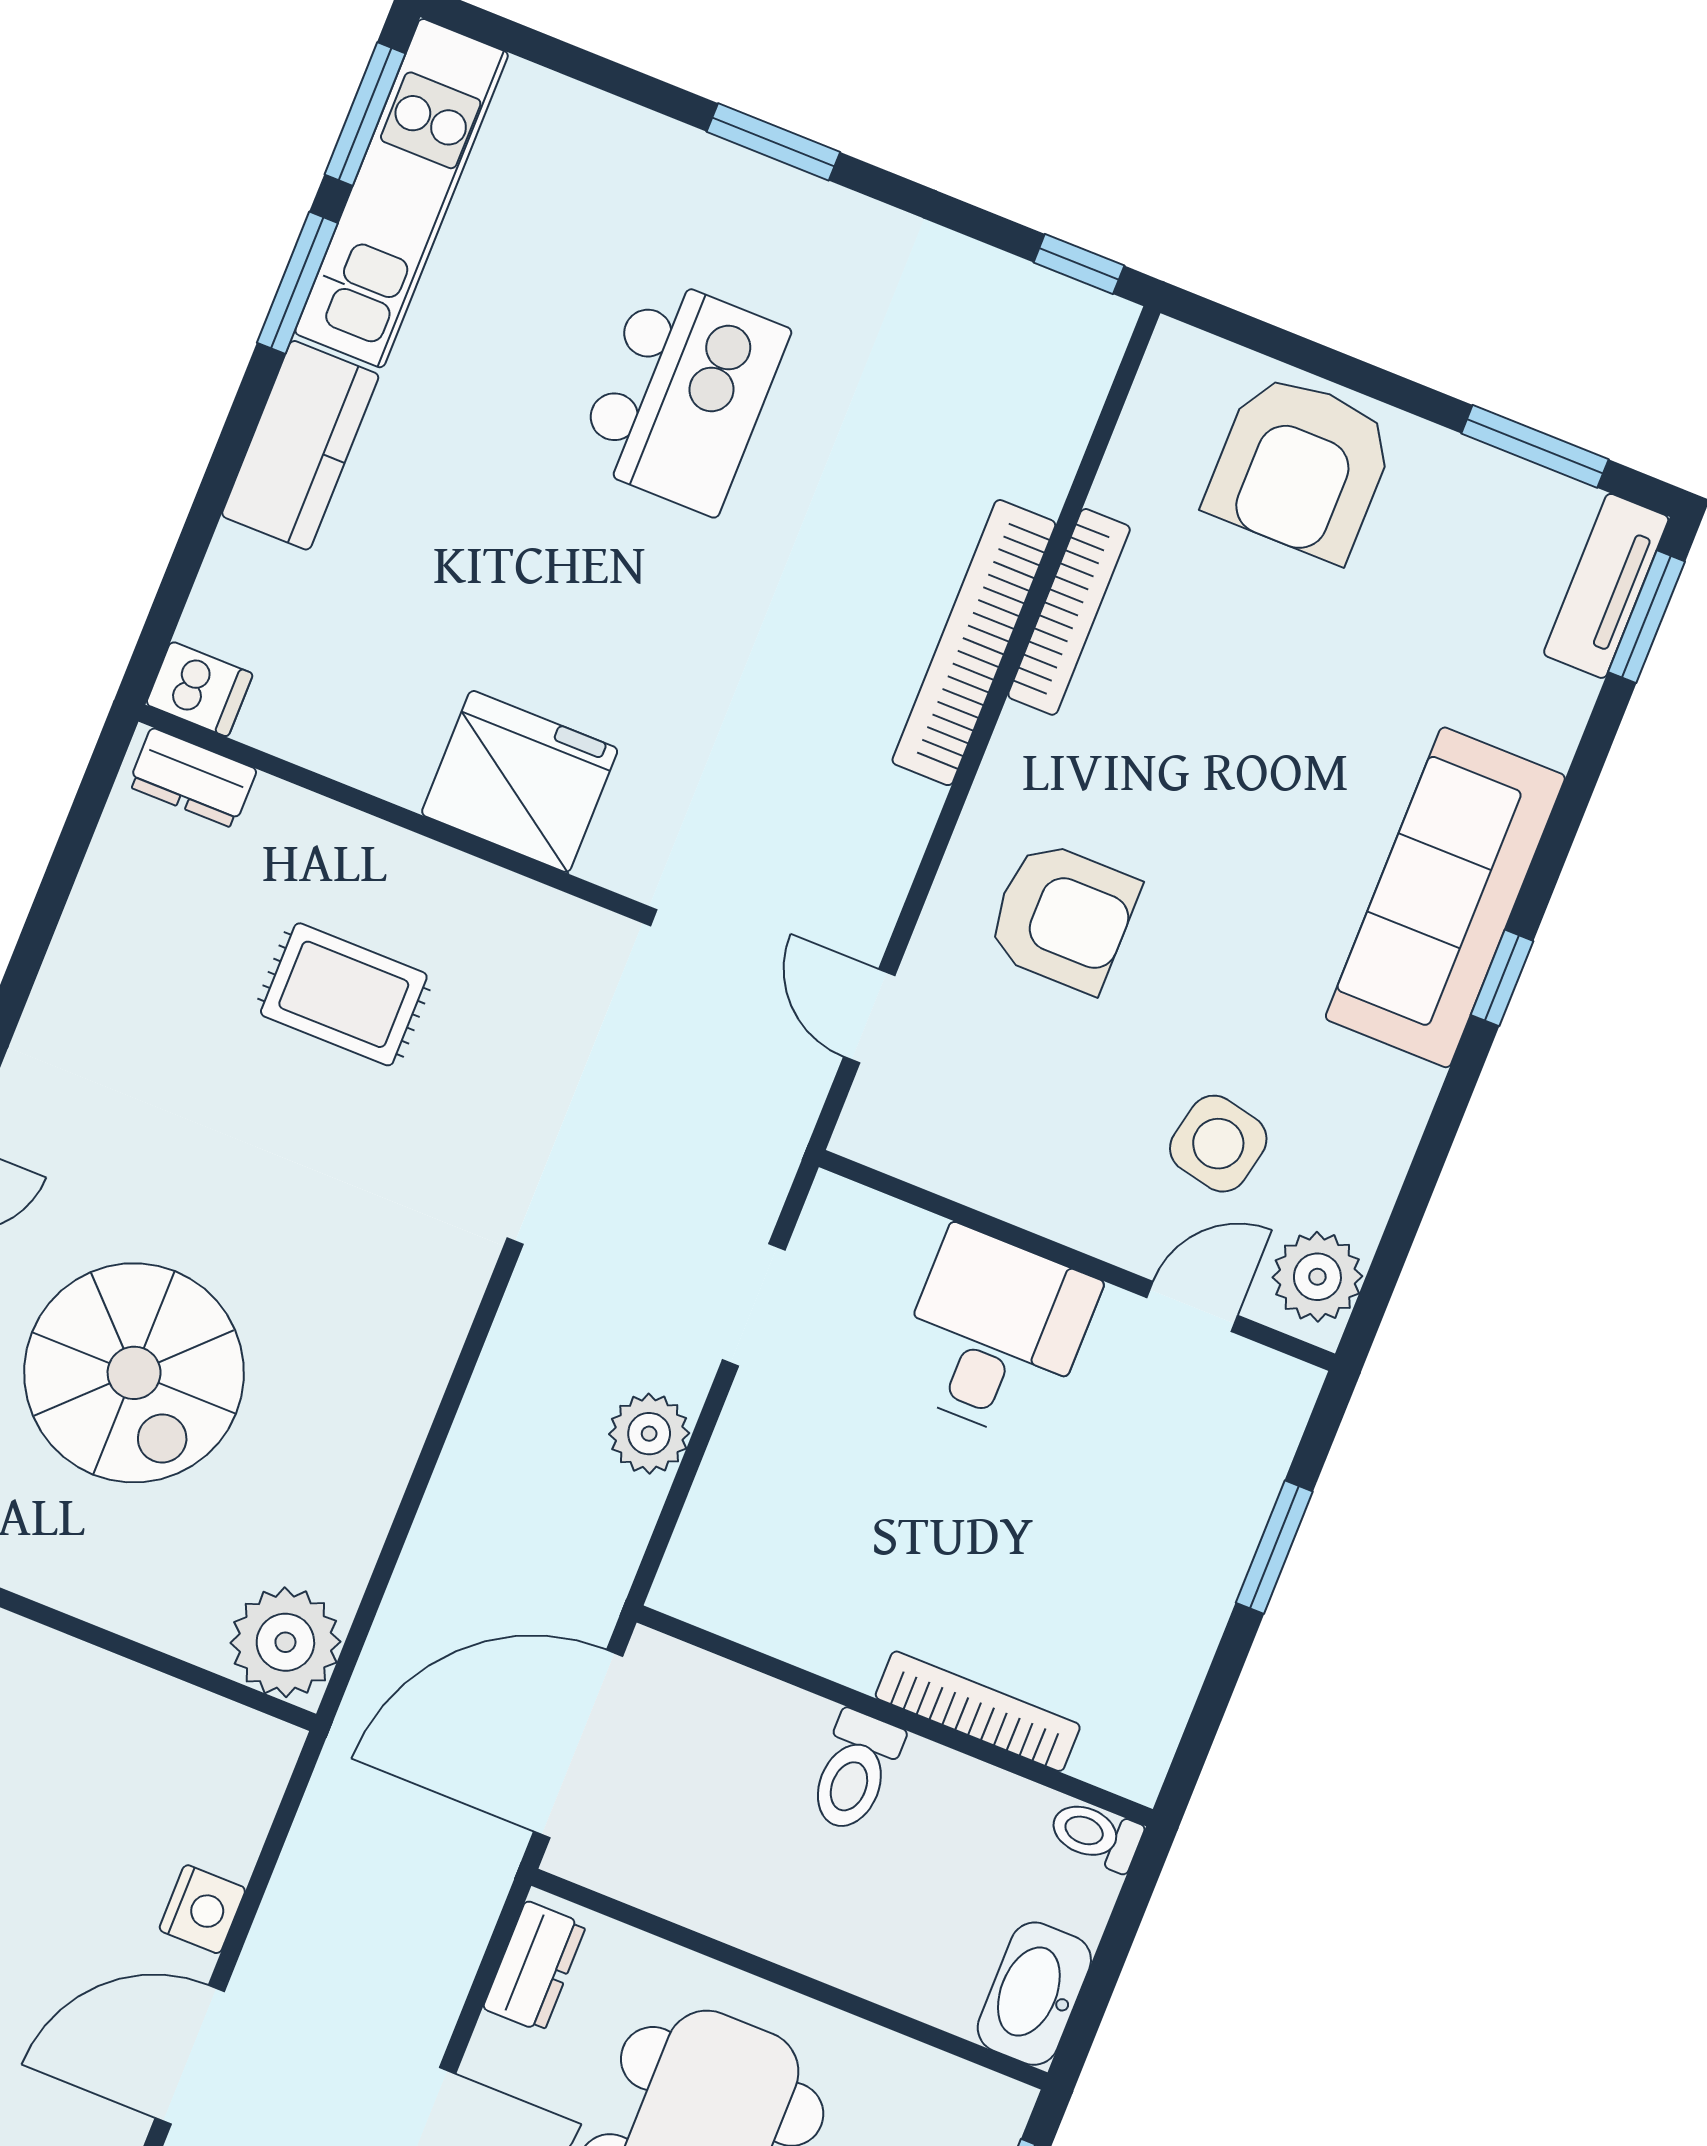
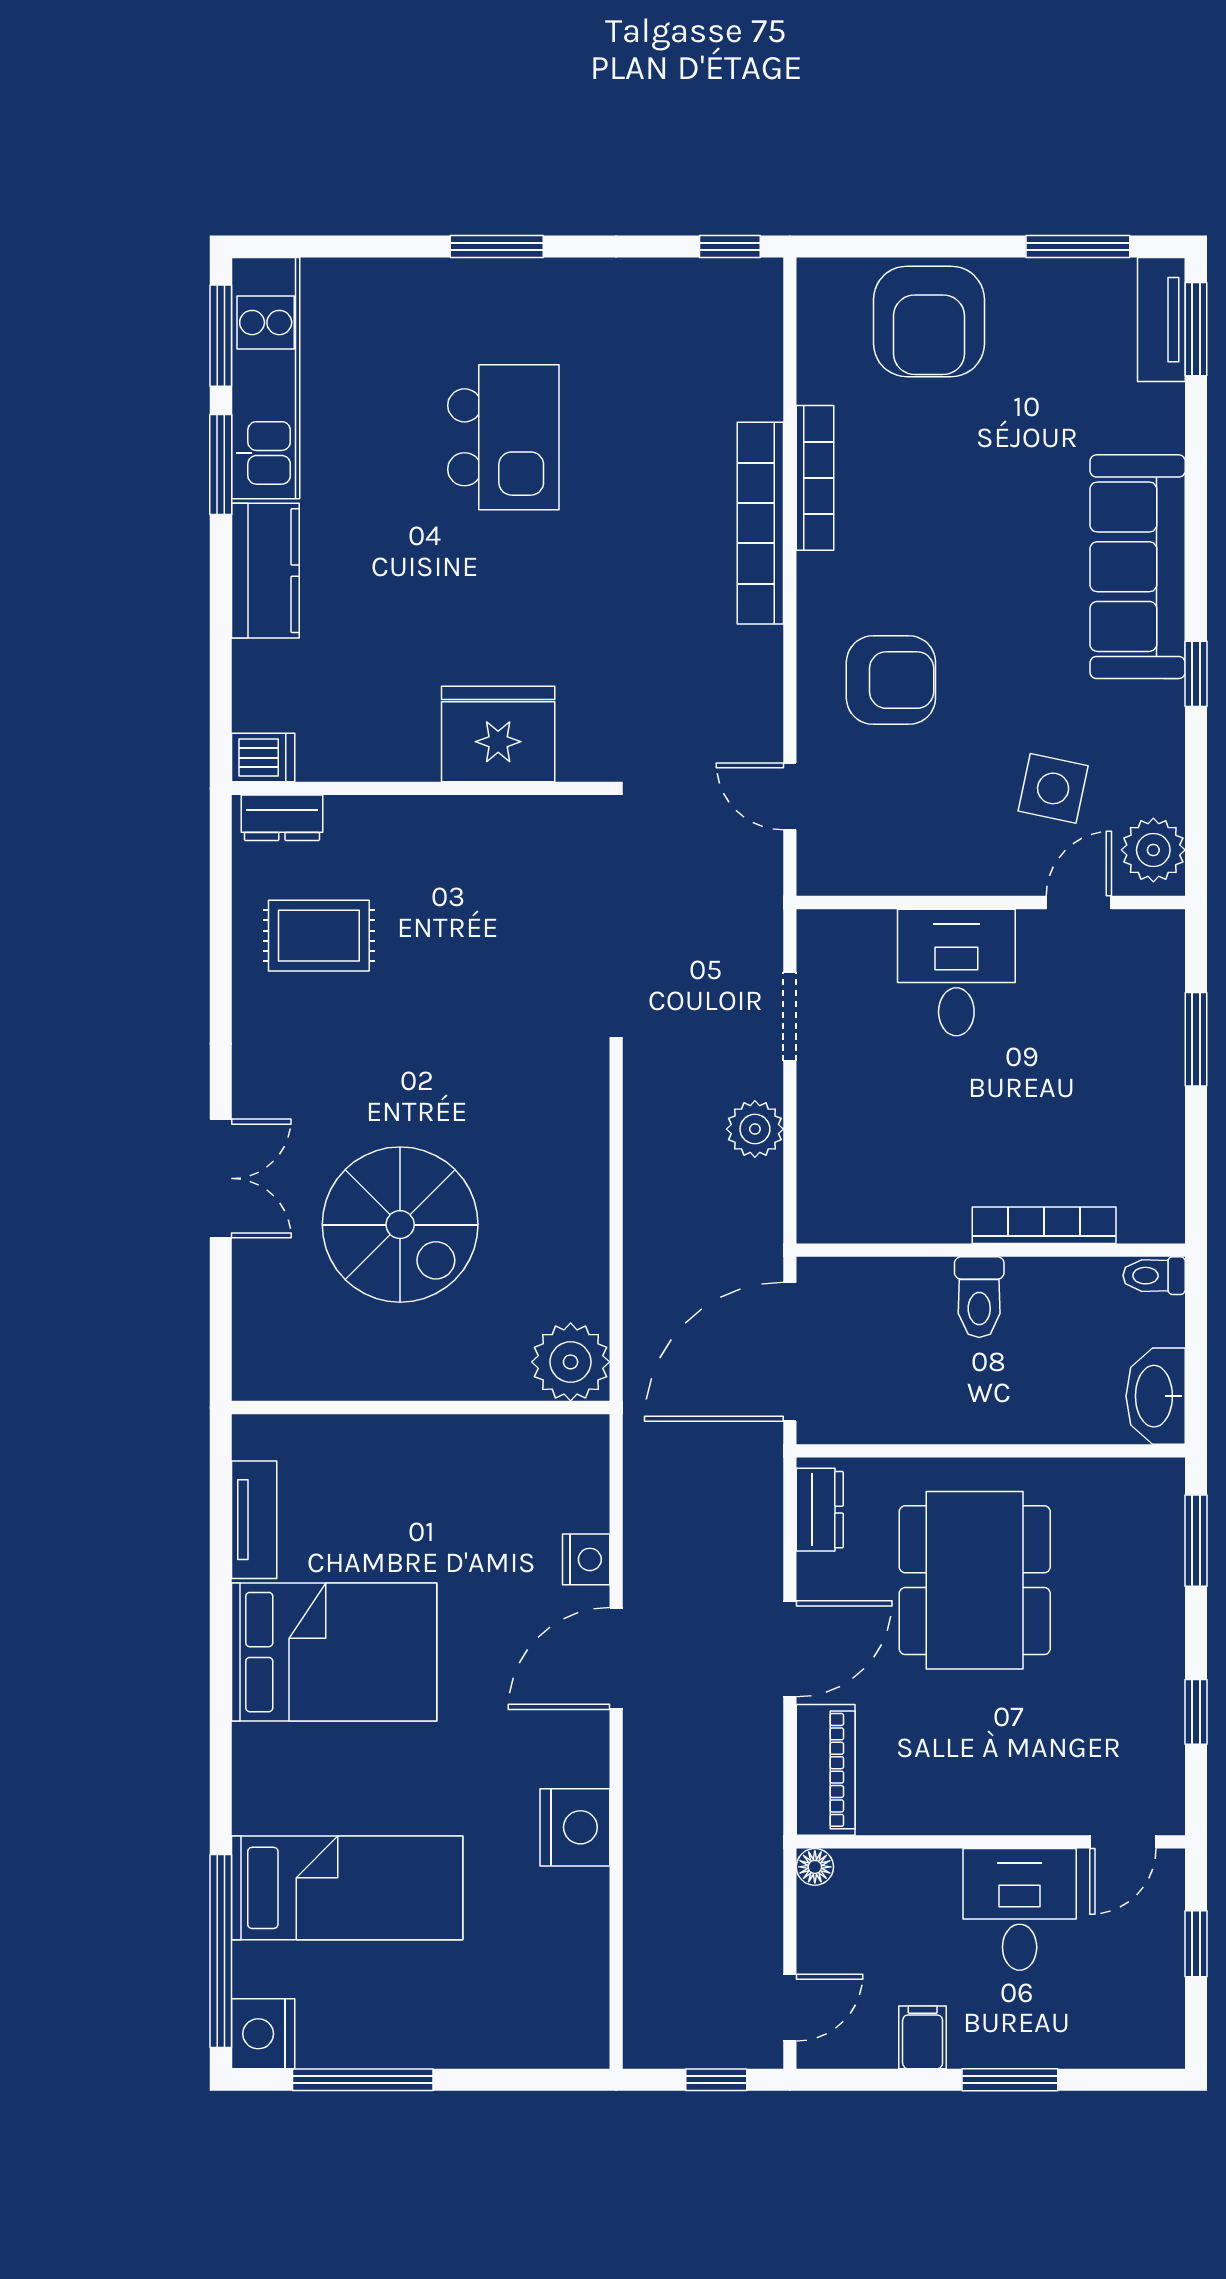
window: (1502, 978) -> (1196, 674), moved
rug: (344, 994) -> (319, 936), moved

